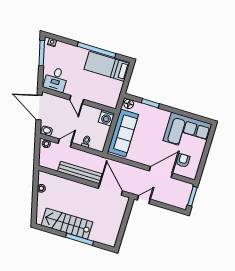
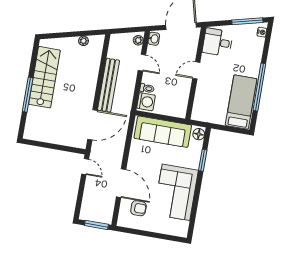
washing machine: (106, 118) -> (146, 102), moved, turned 180
corner sofa: (187, 132) -> (176, 192), moved

